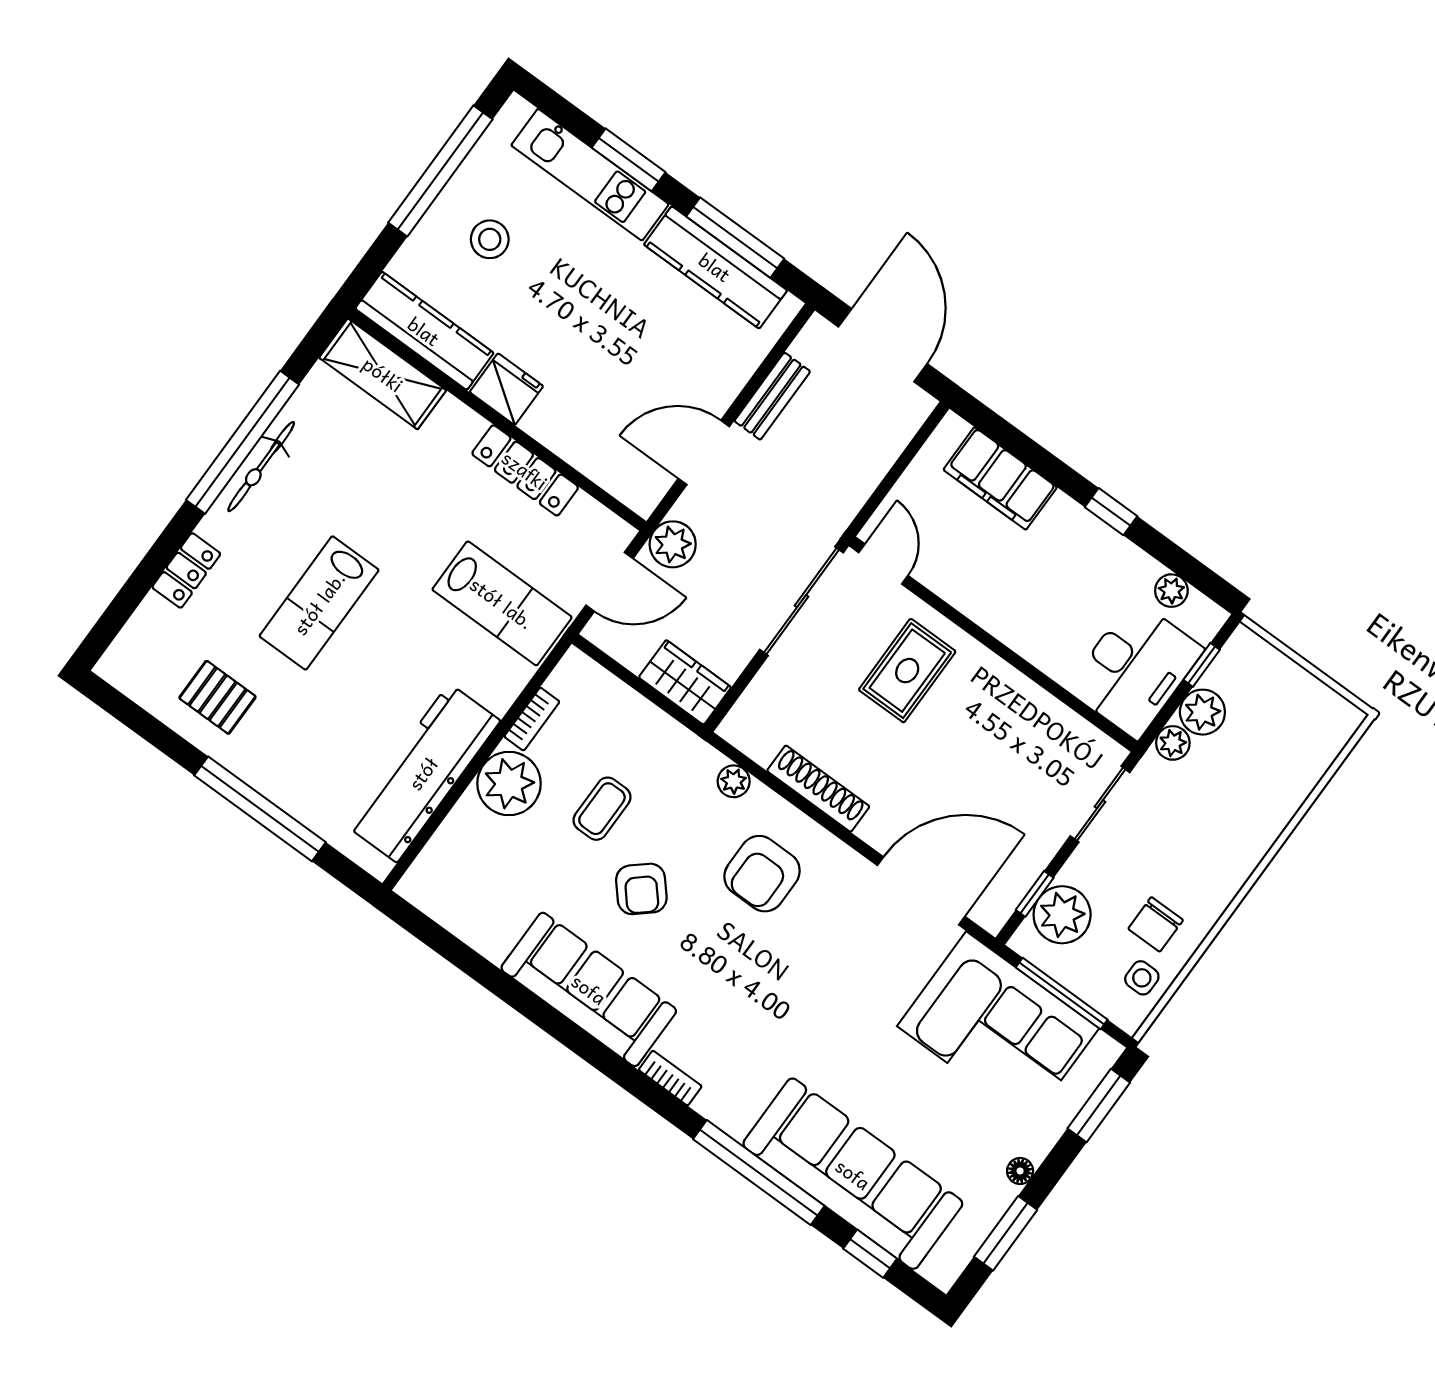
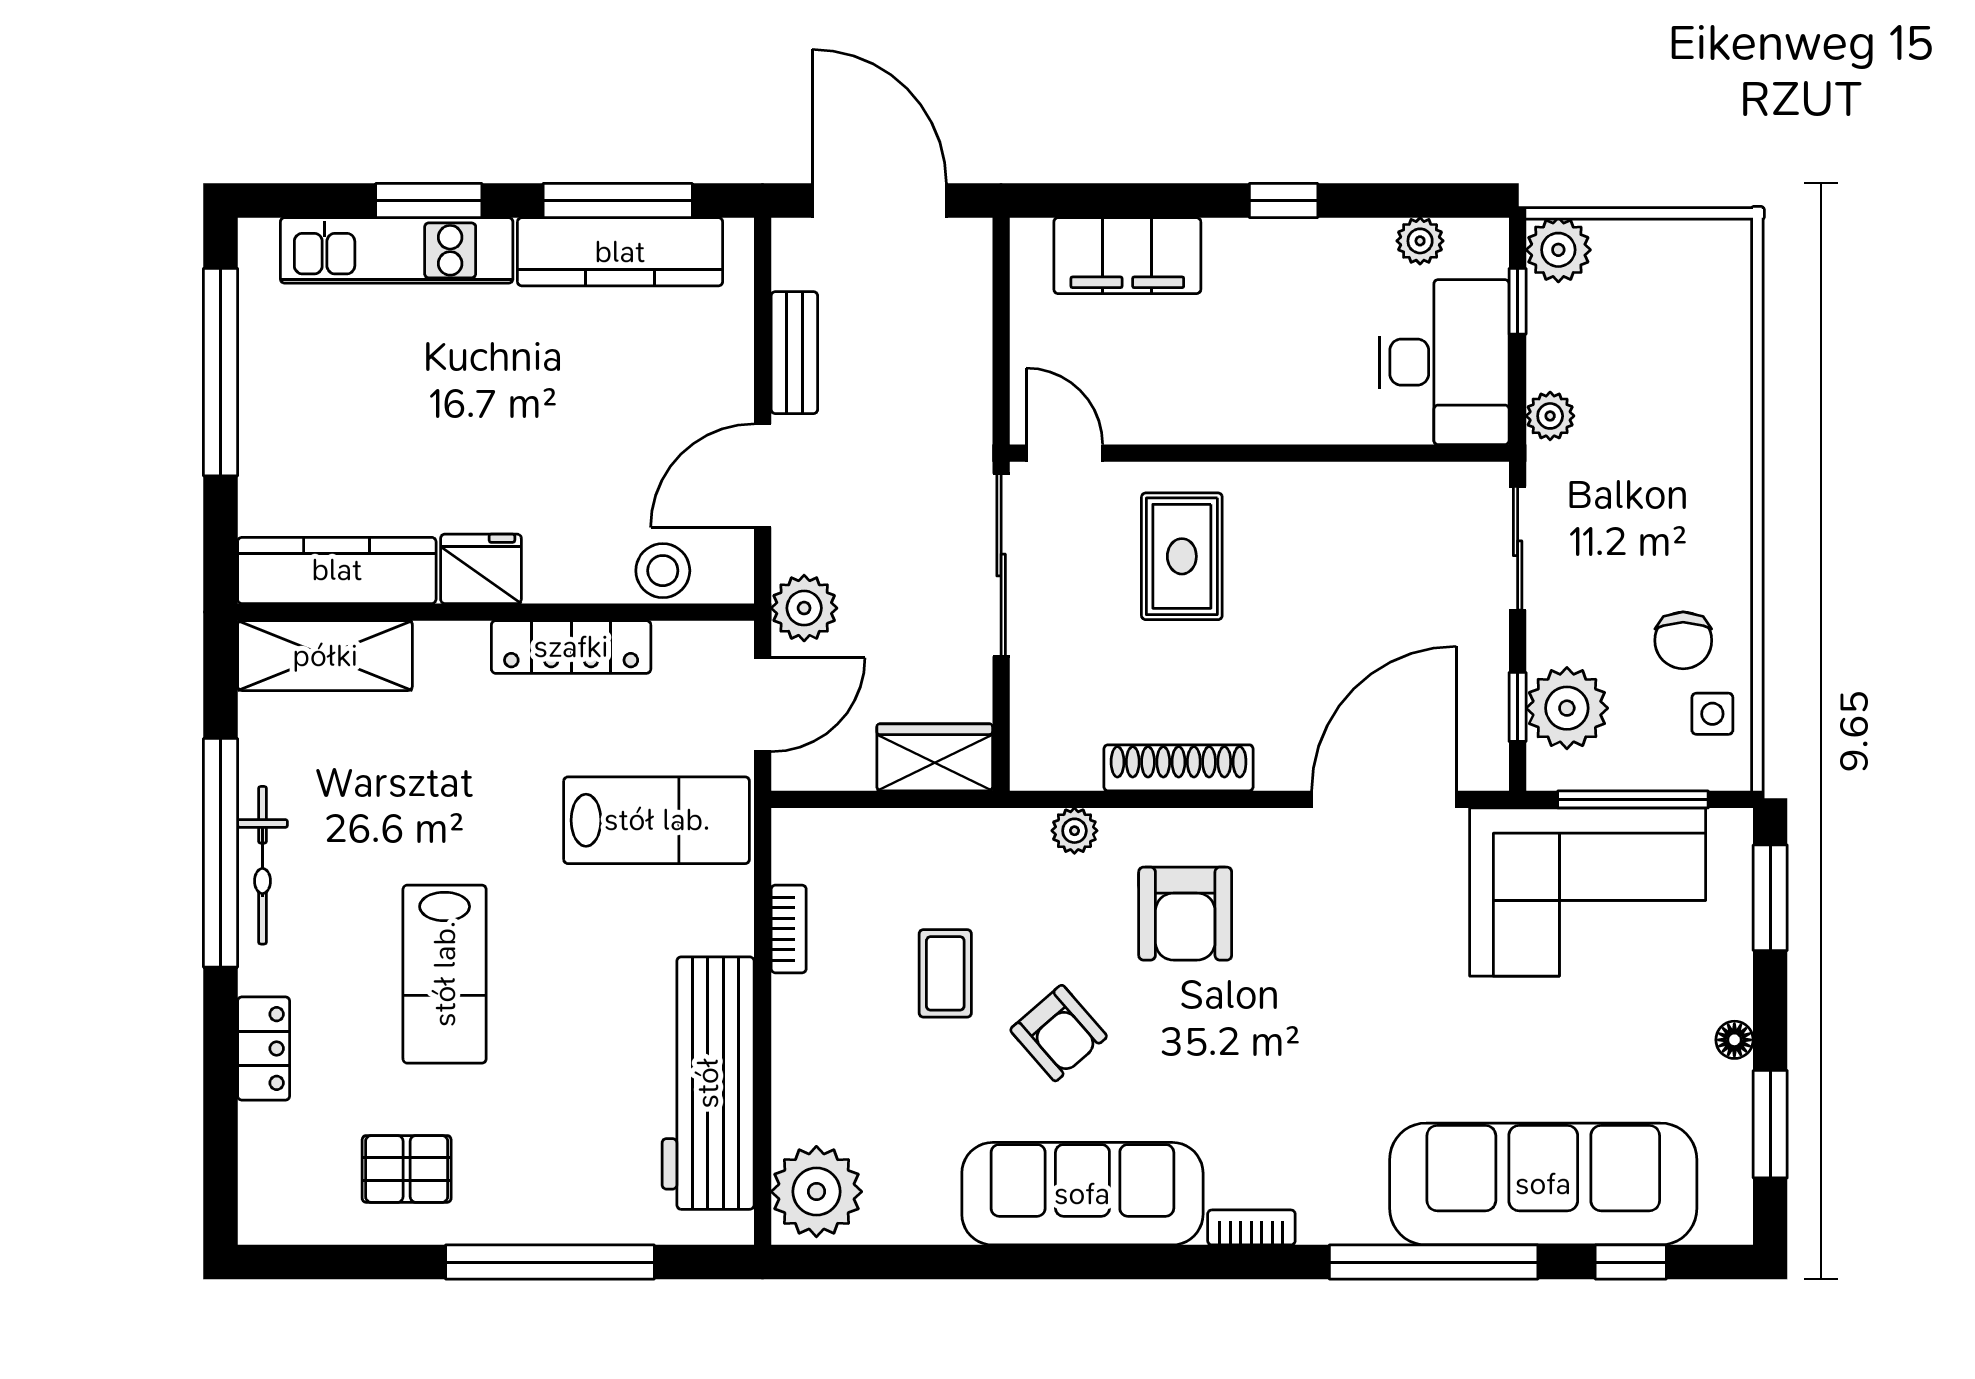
stool: (490, 239) -> (663, 571), moved
plant: (1202, 712) -> (1558, 250), moved
plant: (509, 783) -> (816, 1192), moved

